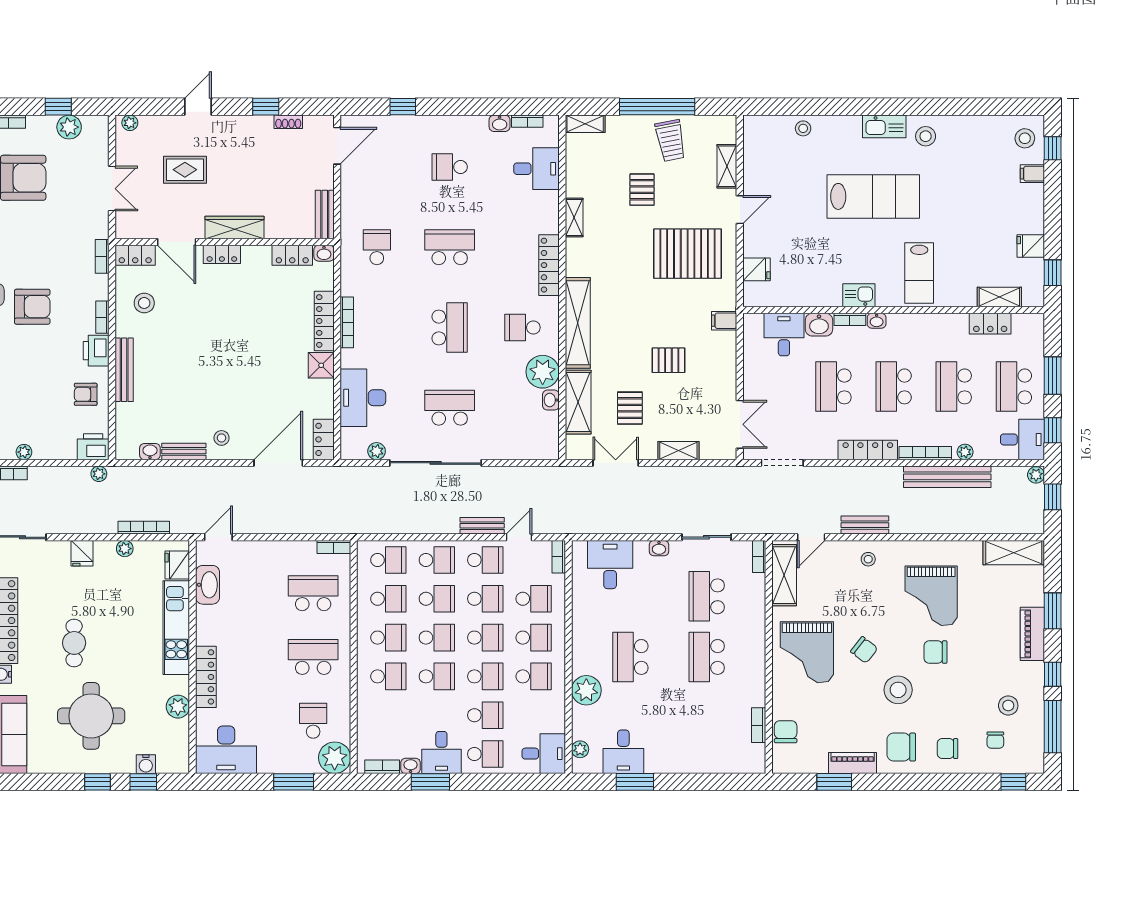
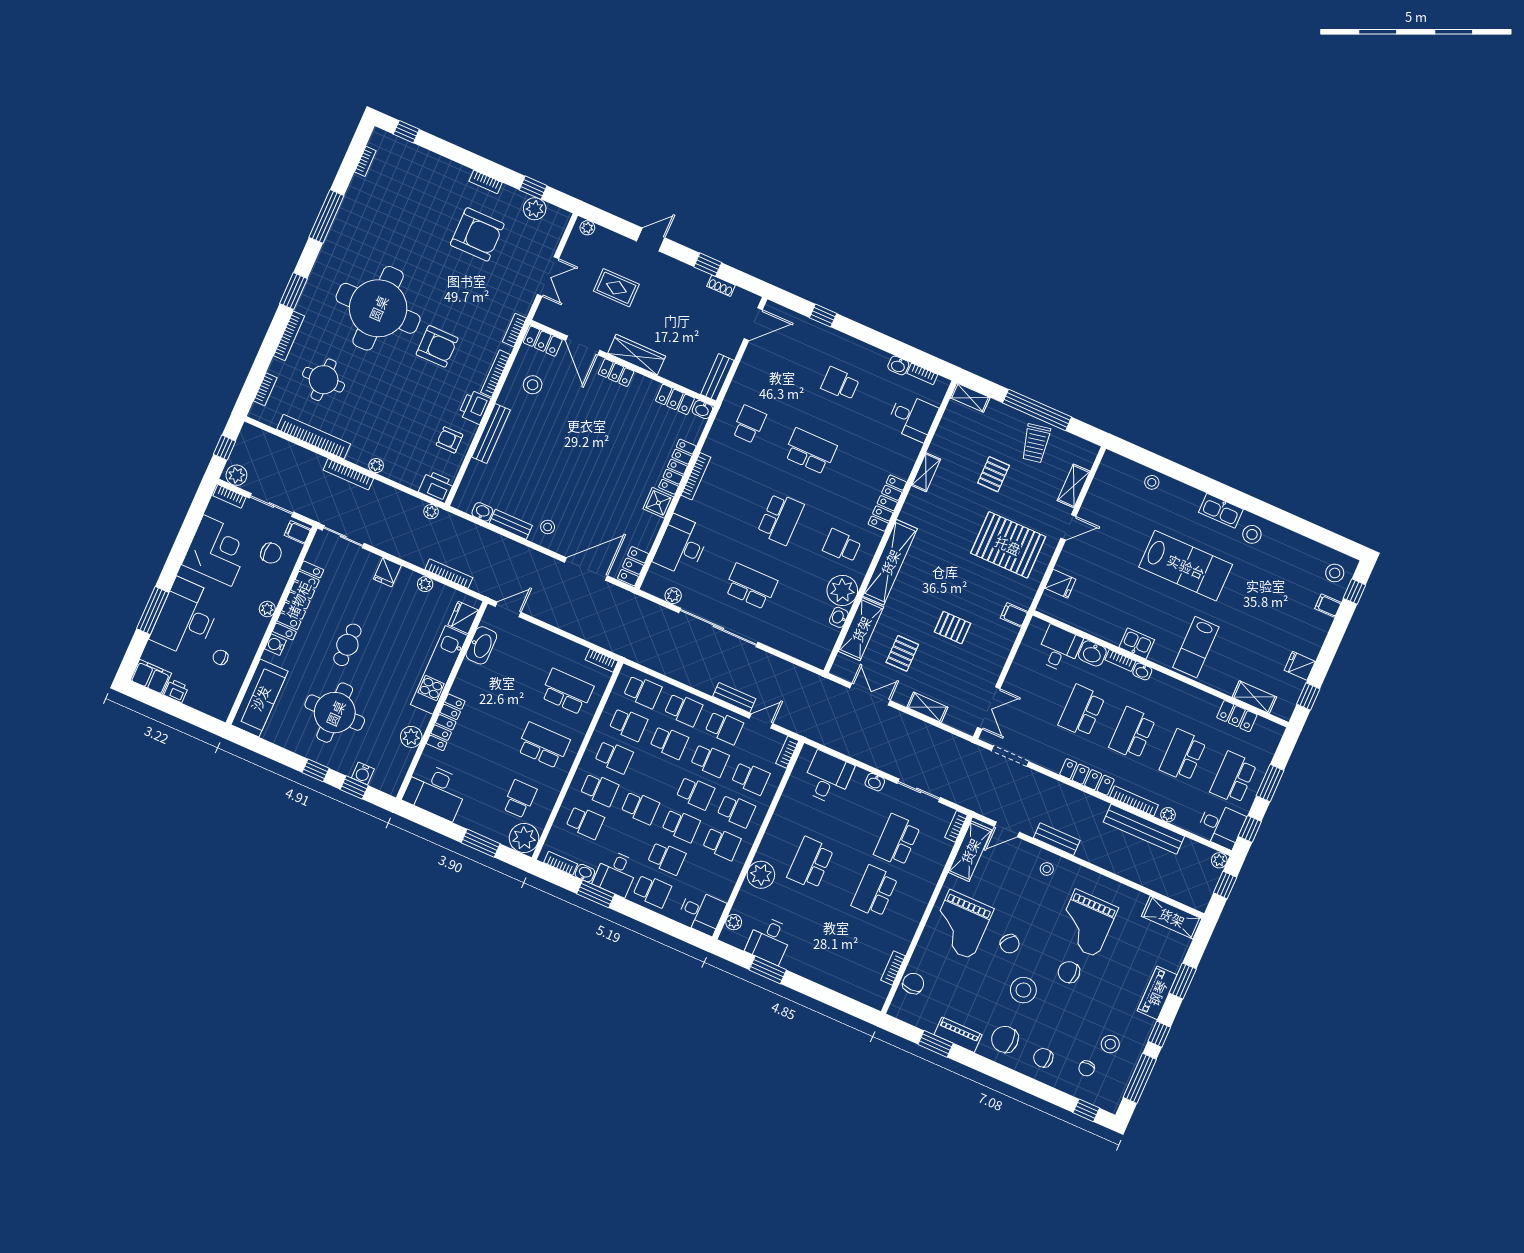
bookcase: (102, 317) -> (496, 374), width x1.56
school desk: (437, 638) -> (585, 822), moved

